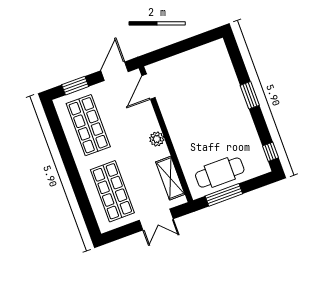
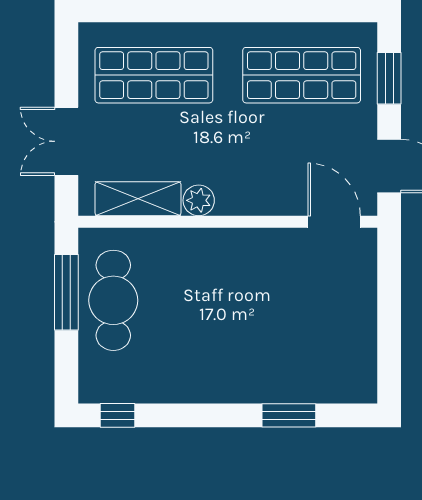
window: (250, 95) -> (289, 415), moved
plant: (157, 139) -> (199, 200), moved

